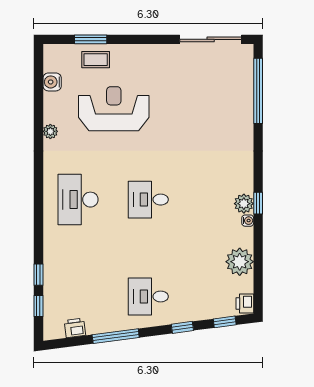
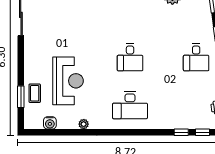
reception desk: (114, 109) -> (68, 81), turned 180

